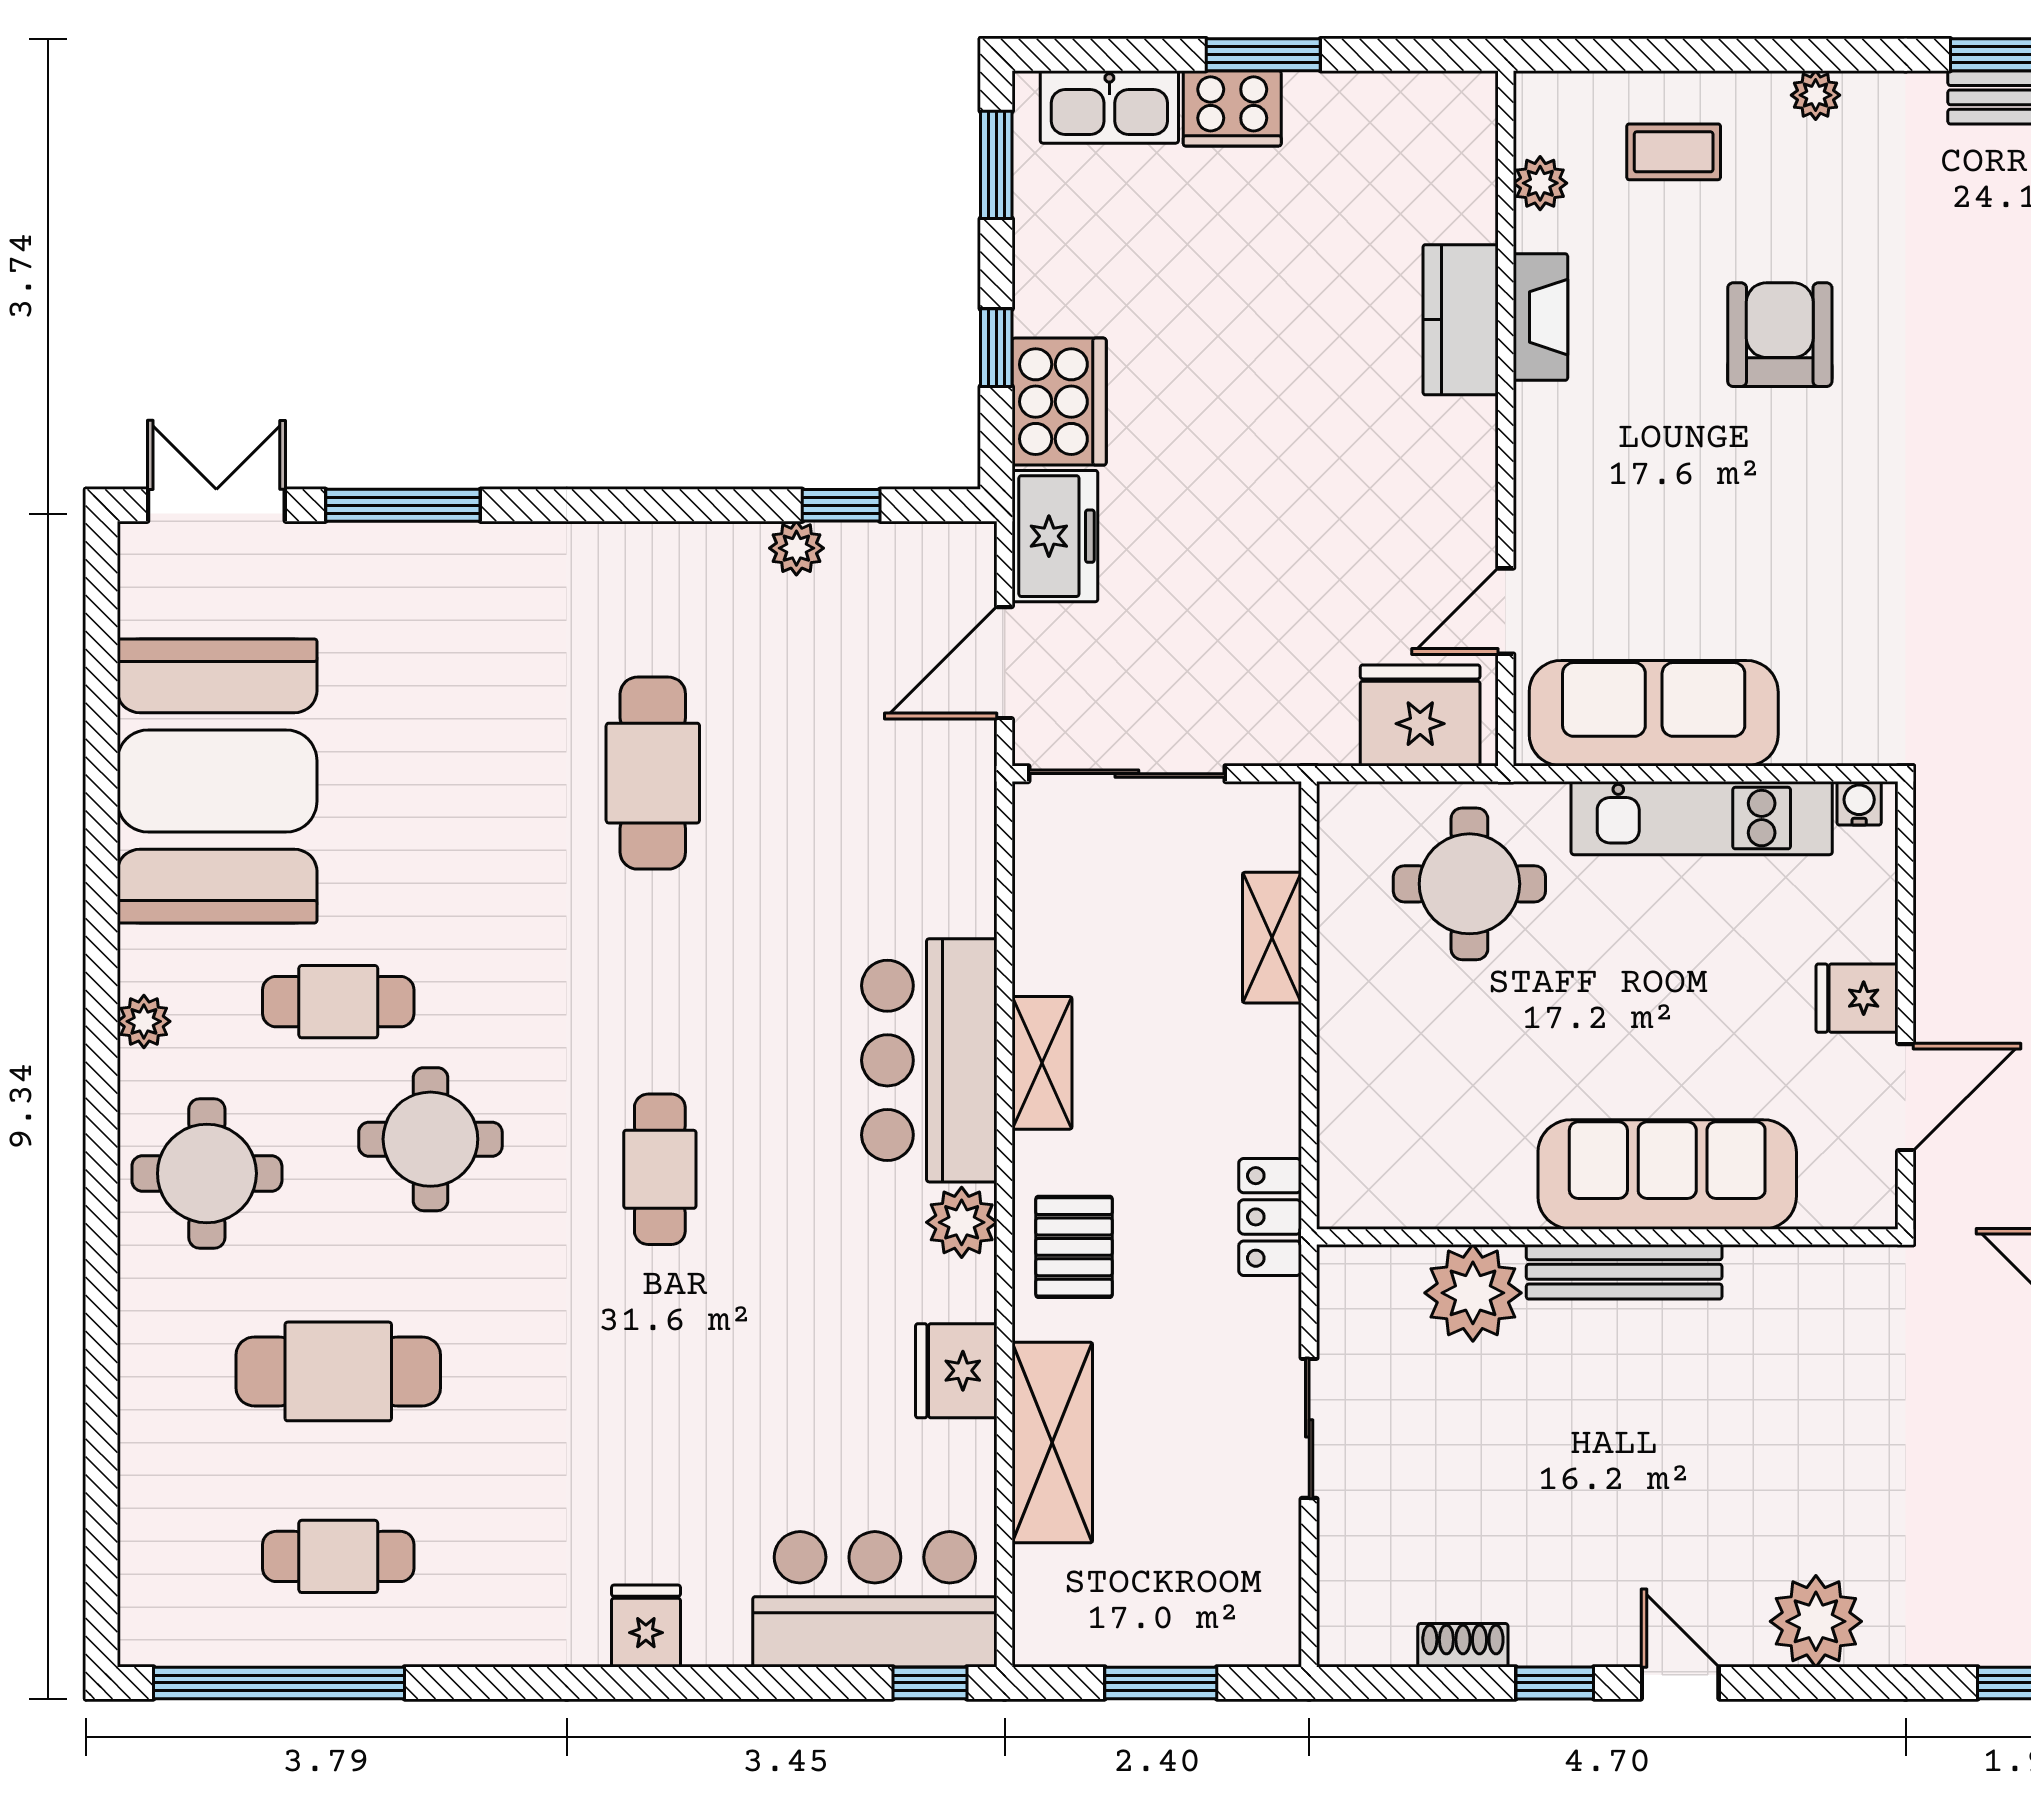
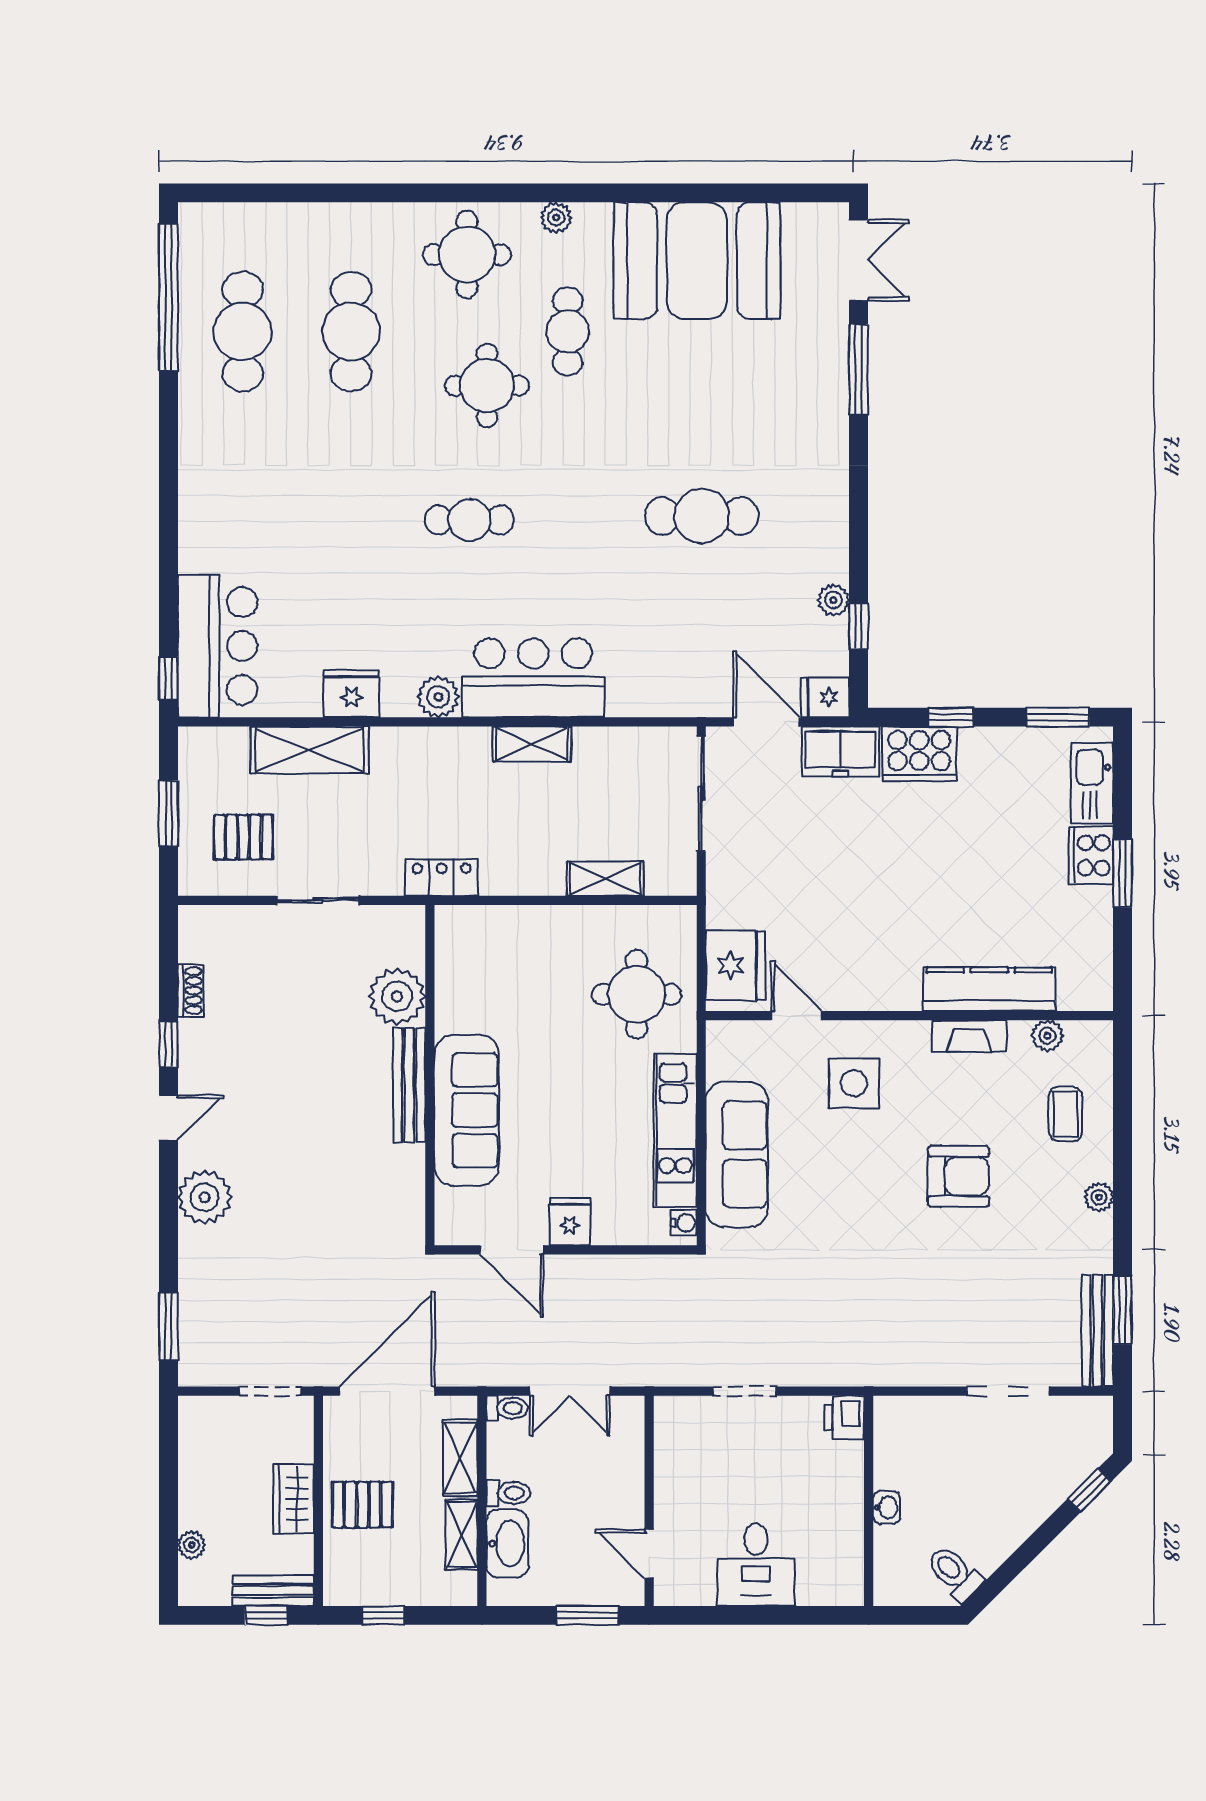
kitchen counter: (1461, 320) -> (989, 989), width x1.50
side table: (1621, 513) -> (854, 1083), added
sofa: (1654, 713) -> (737, 1154), moved
pallet: (1074, 1247) -> (243, 837), moved
cafe table: (338, 1556) -> (243, 332), width x1.37, depth x1.35
fridge: (646, 1626) -> (825, 697), moved, turned 180

